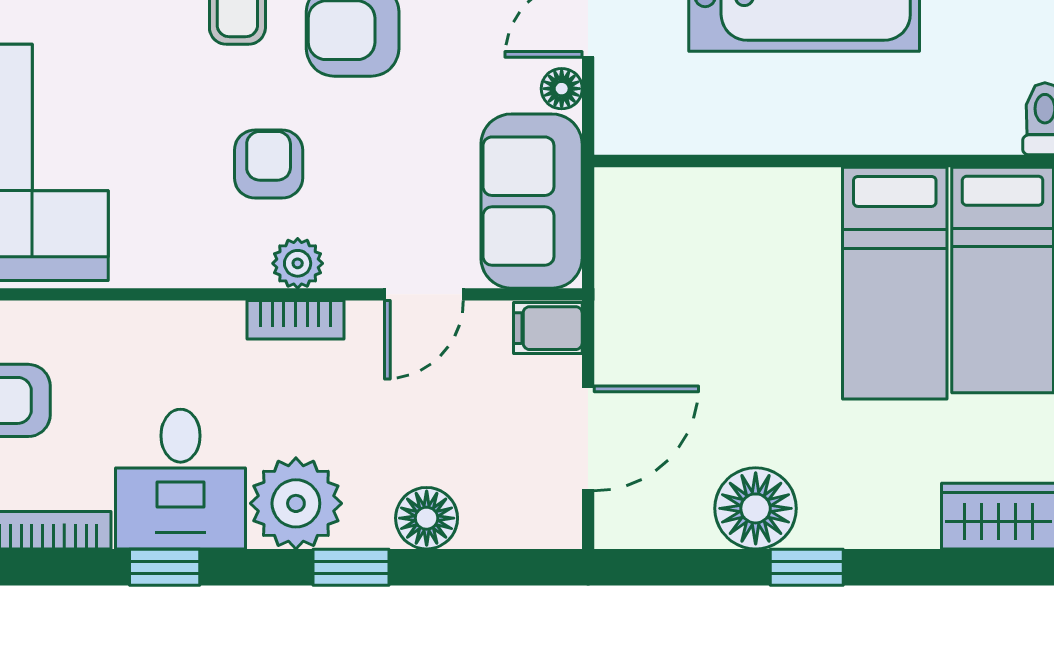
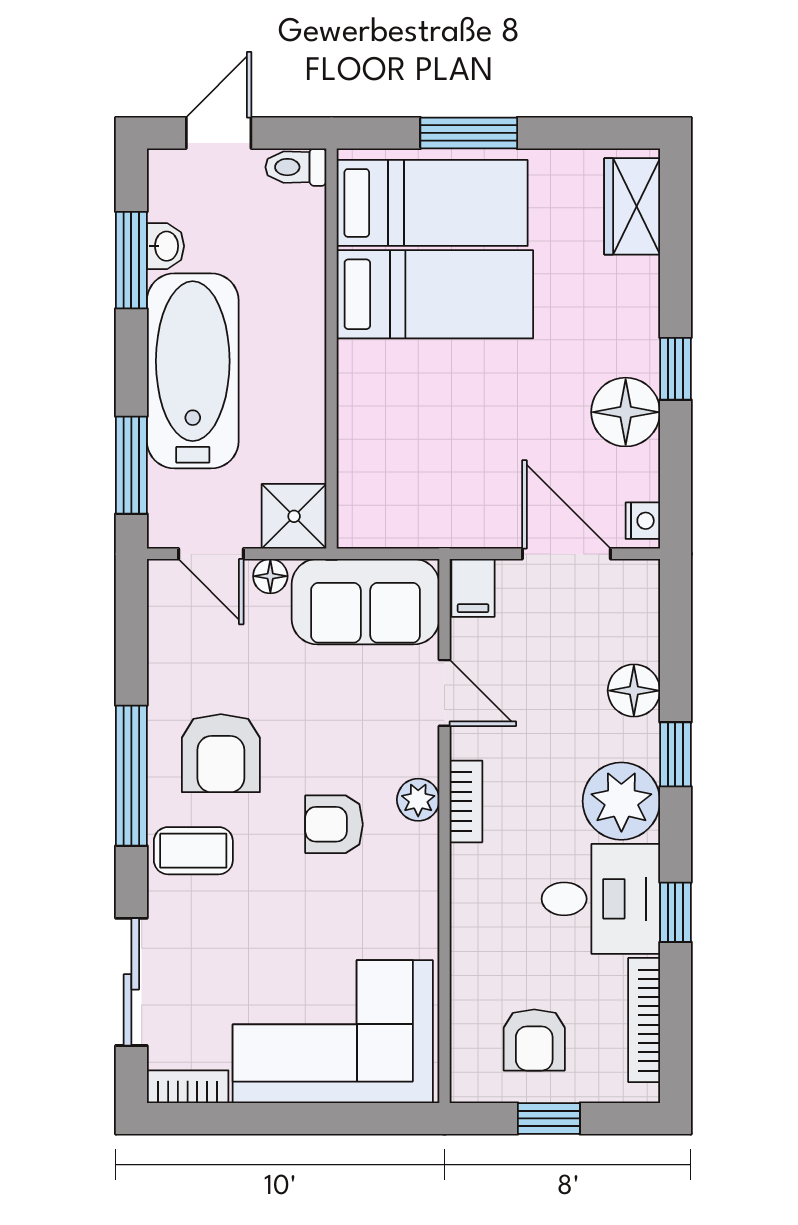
shower: (632, 117) -> (294, 516), added
nightstand: (627, 529) -> (643, 521), added

